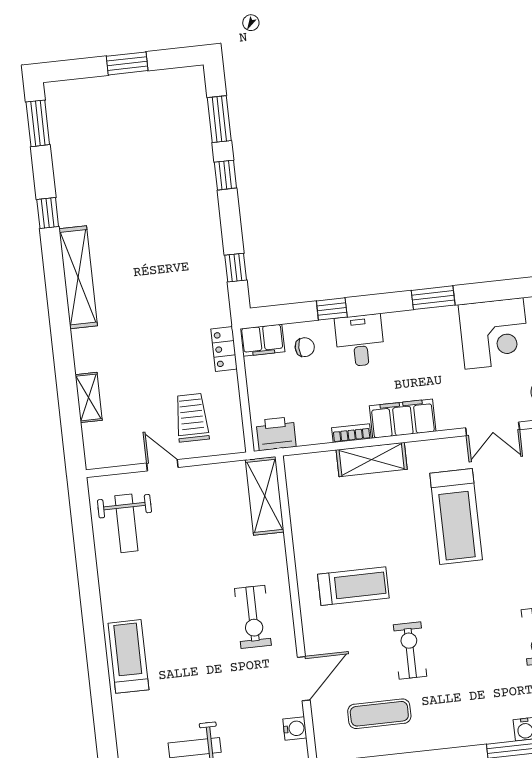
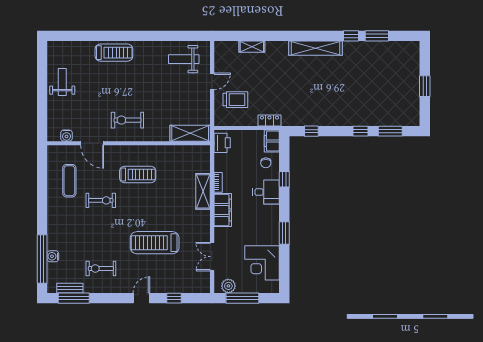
window: (38, 123) -> (377, 36), moved
treadmill: (456, 517) -> (155, 243), moved
treadmill: (353, 586) -> (138, 174), turned -90

